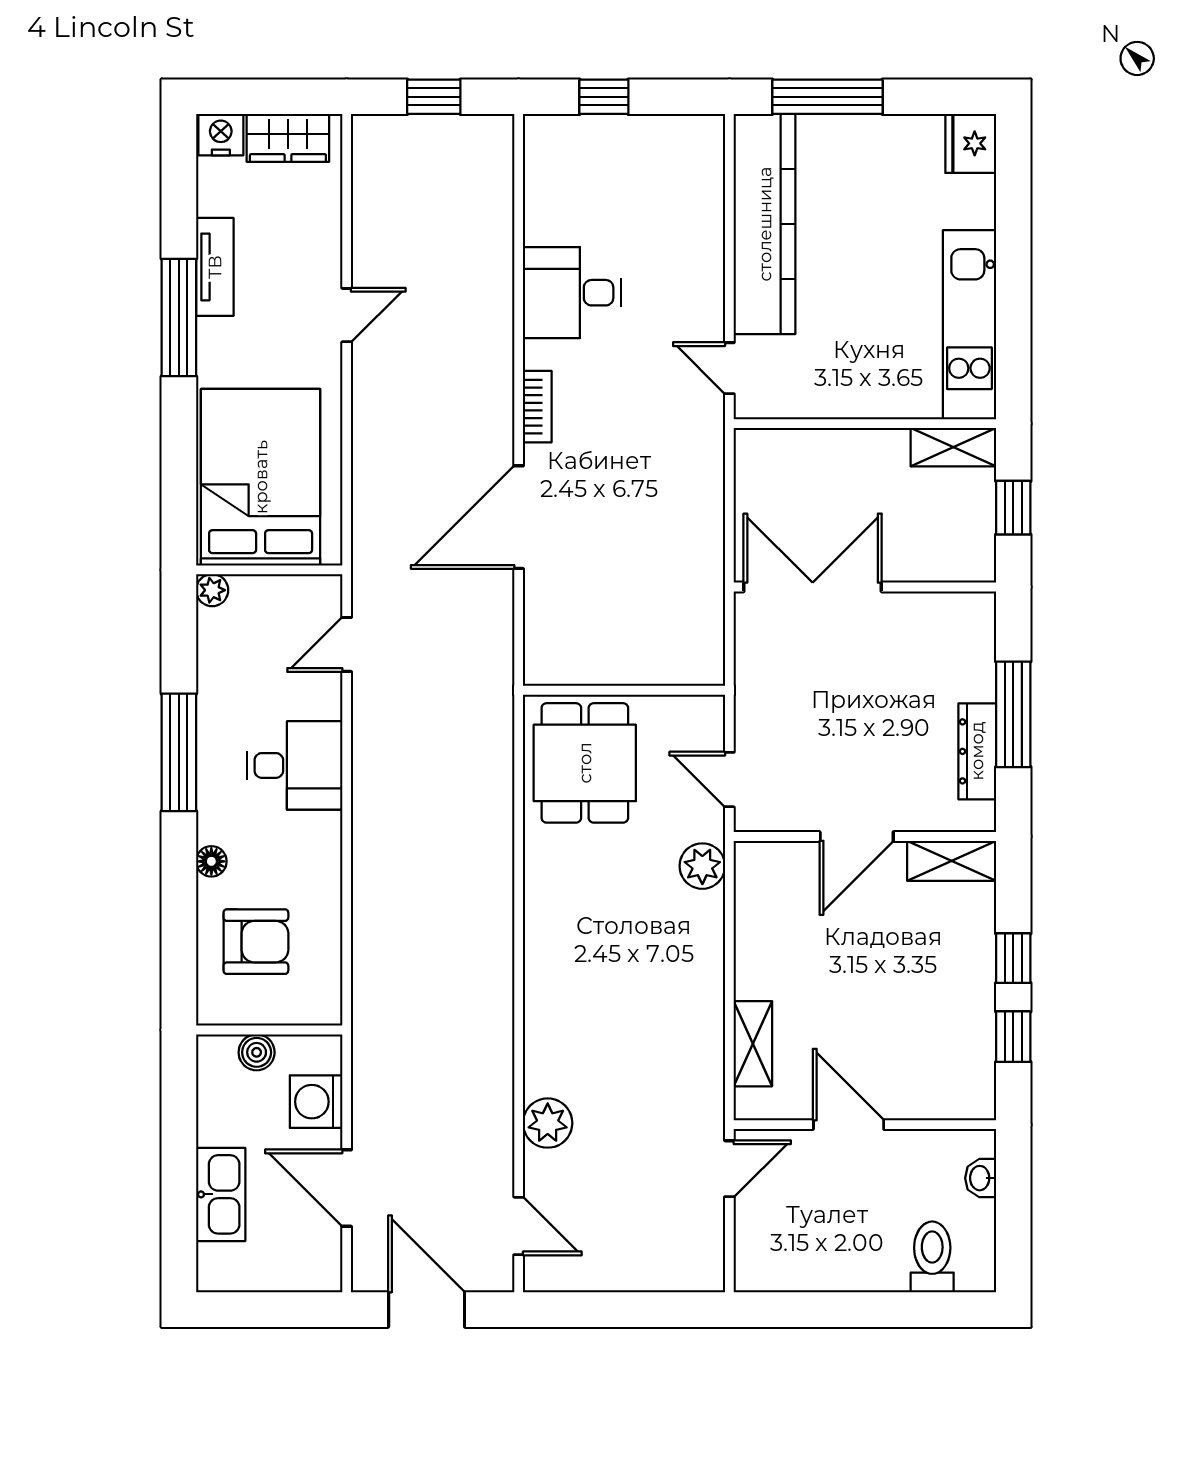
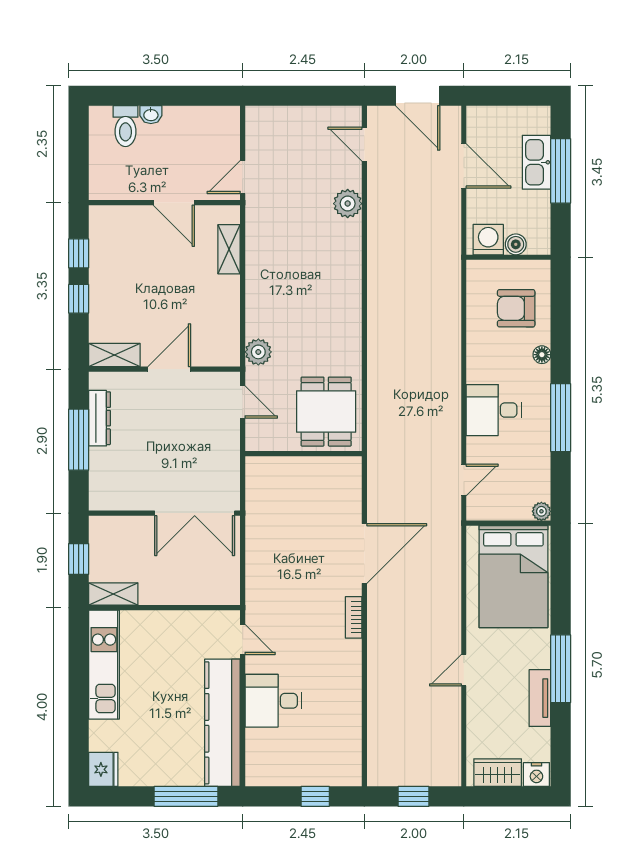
desk: (572, 293) -> (273, 701), moved, turned 180
washing machine: (316, 1102) -> (488, 240), moved, turned -90
washbasin: (981, 1178) -> (151, 115), moved, turned 90
window: (179, 1180) -> (561, 171), added

